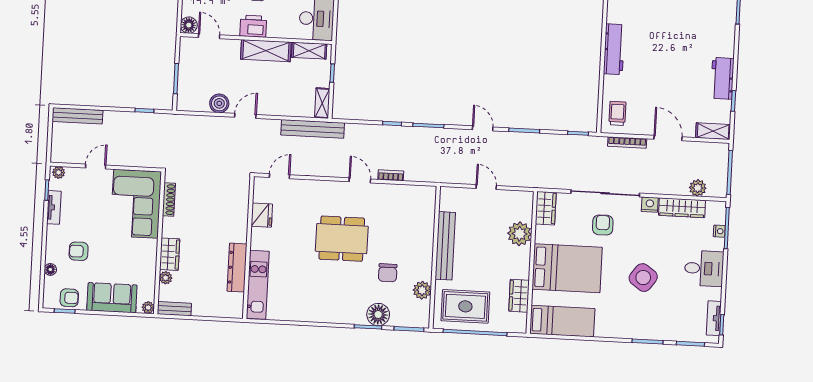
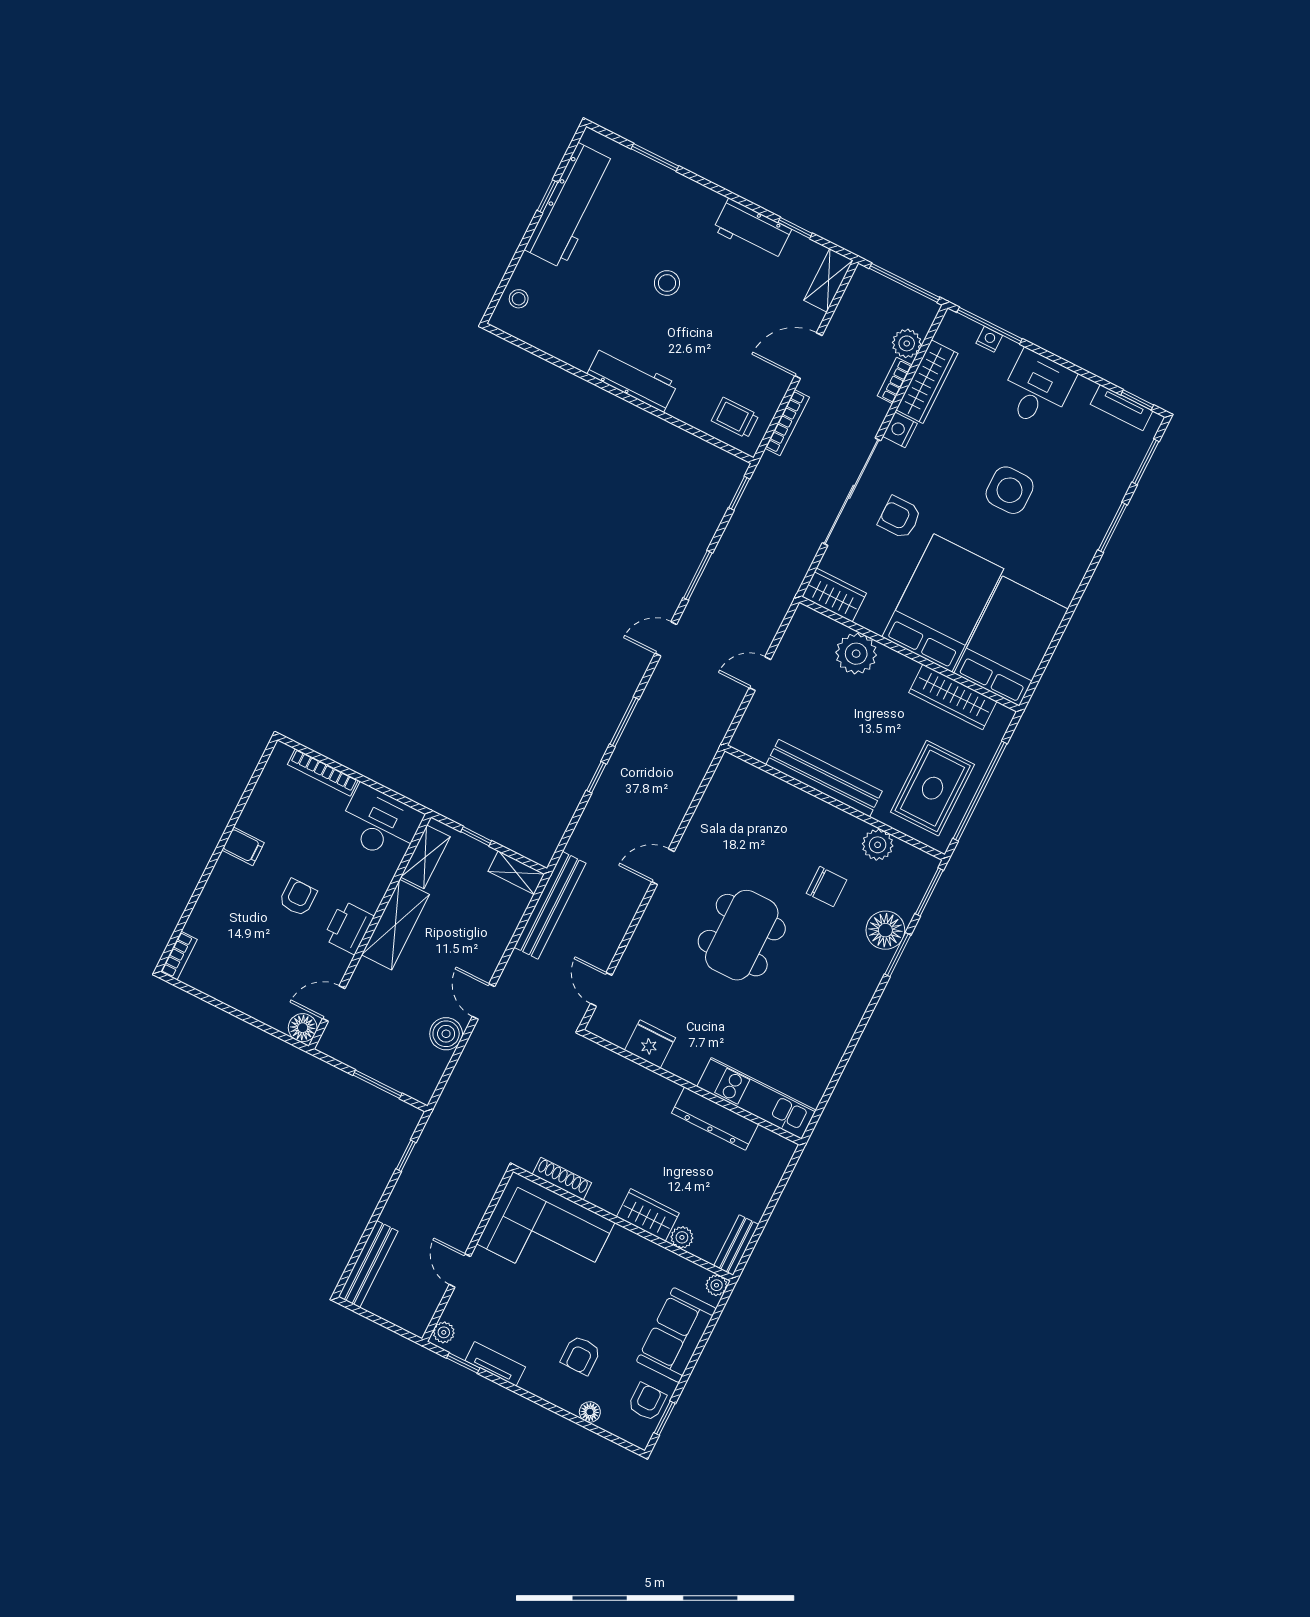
stool: (674, 45) -> (667, 283), added
bookcase: (391, 175) -> (895, 380), moved
side table: (643, 278) -> (1010, 490), turned -36
wardrobe: (519, 296) -> (953, 697), width x1.50
bed: (562, 321) -> (1011, 641), width x1.50

